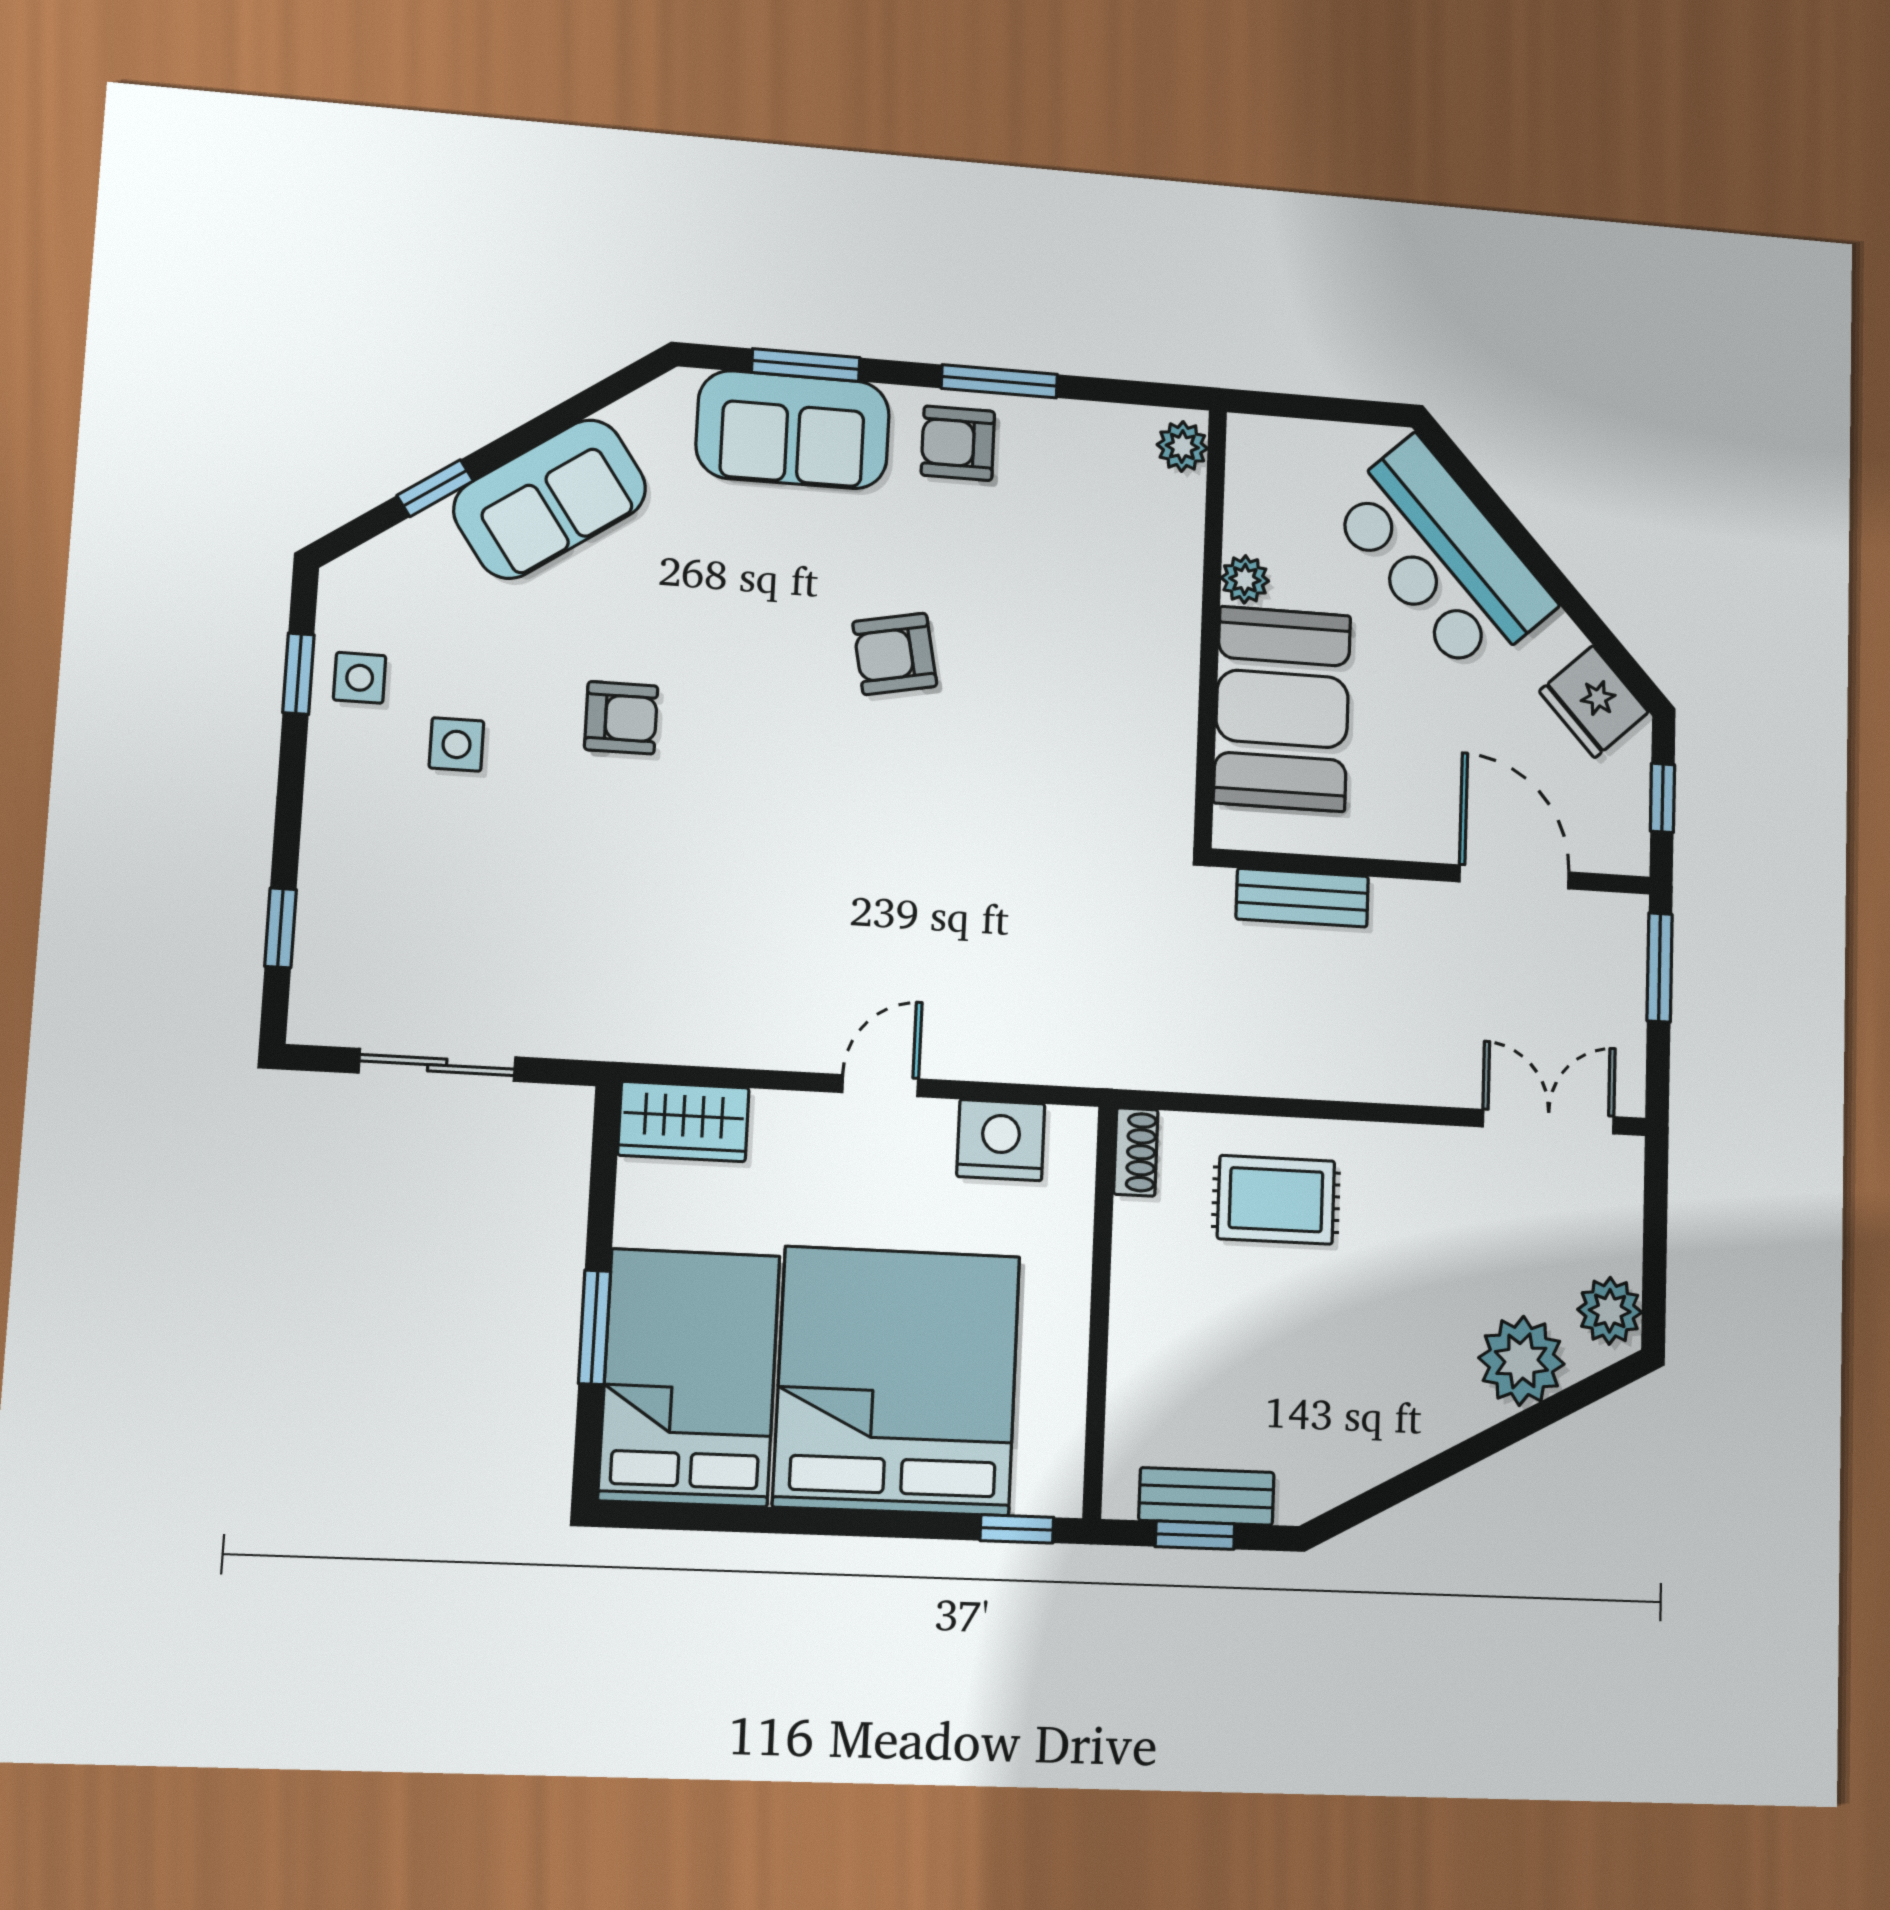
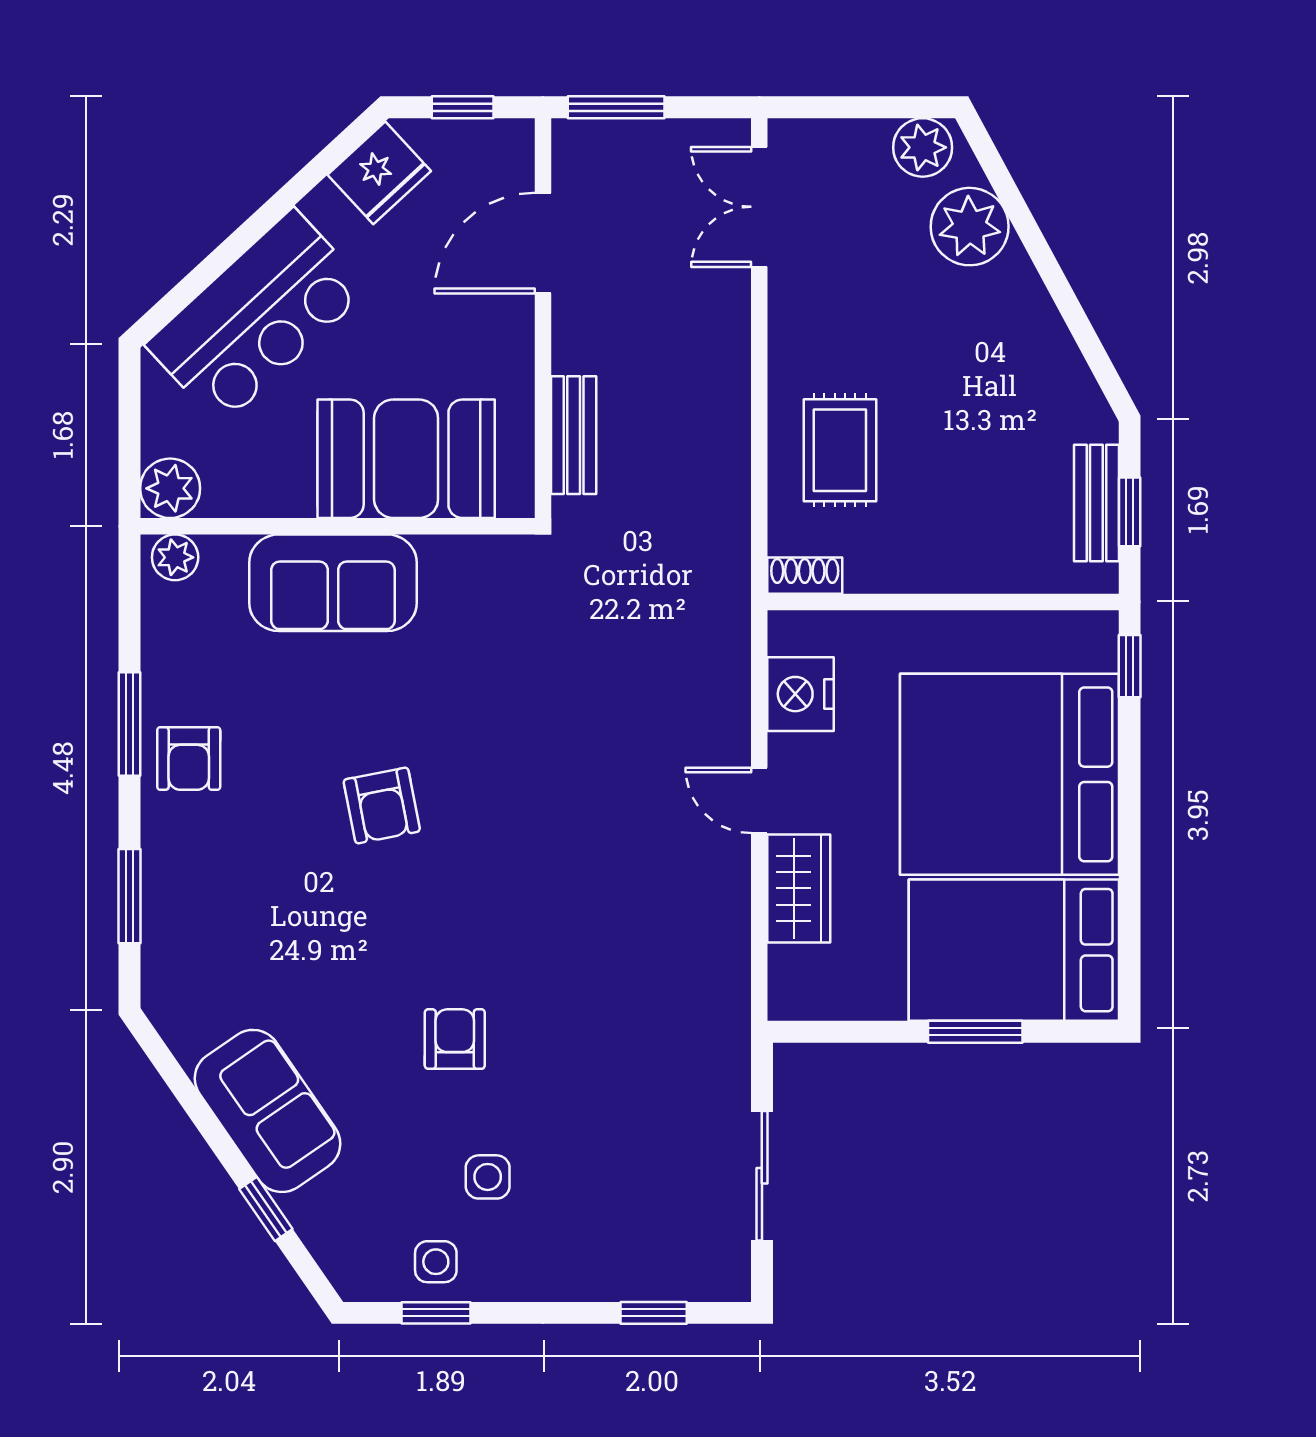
sofa: (793, 430) -> (333, 583), moved, turned 90
plant: (1245, 579) -> (170, 488), moved, width x1.38, depth x1.38
wardrobe: (683, 1122) -> (799, 888), moved

